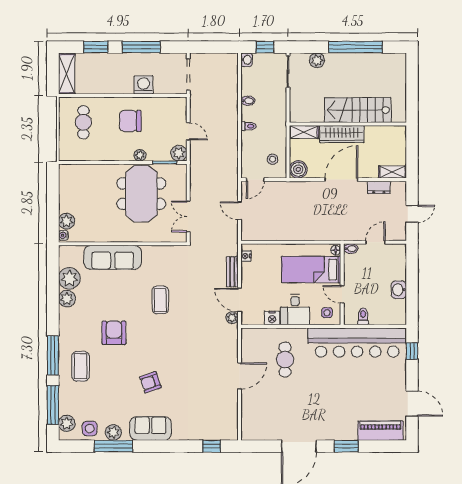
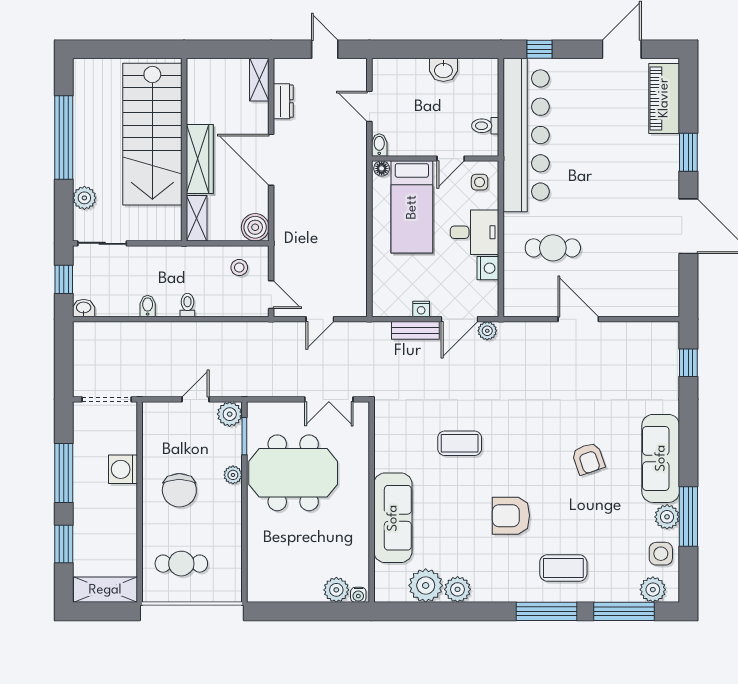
stairs: (358, 110) -> (152, 134), width x1.36, depth x1.51
nightstand: (246, 256) -> (421, 309), moved
sofa: (150, 428) -> (661, 458), width x1.36

